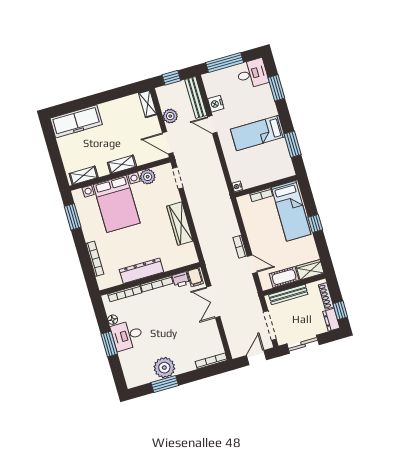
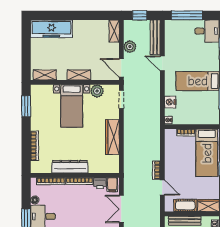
nightstand: (216, 104) -> (170, 102), moved
bed with nightstands: (117, 204) -> (72, 106), width x0.73

